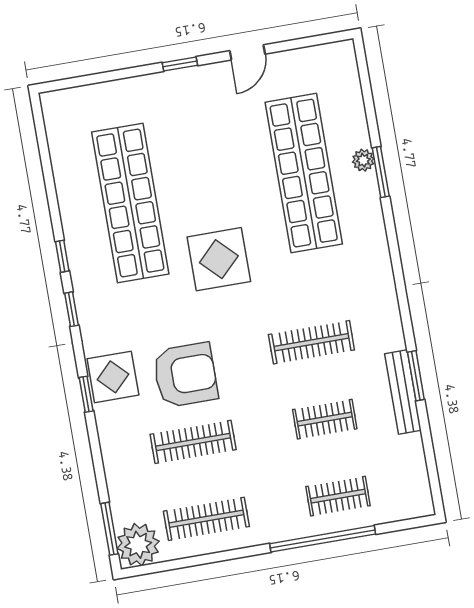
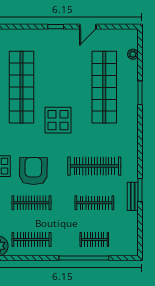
plant: (363, 160) -> (133, 54), moved
clothes rail: (311, 342) -> (94, 166), width x1.37, depth x1.31
armchair: (185, 375) -> (33, 171), turned -89
bench: (403, 392) -> (133, 196), width x0.73
clothes rail: (325, 419) -> (94, 203), width x1.36

